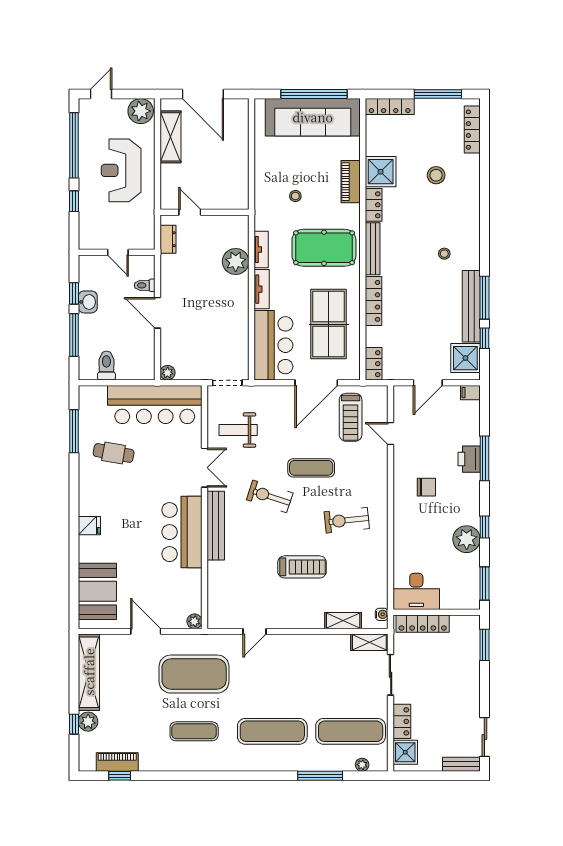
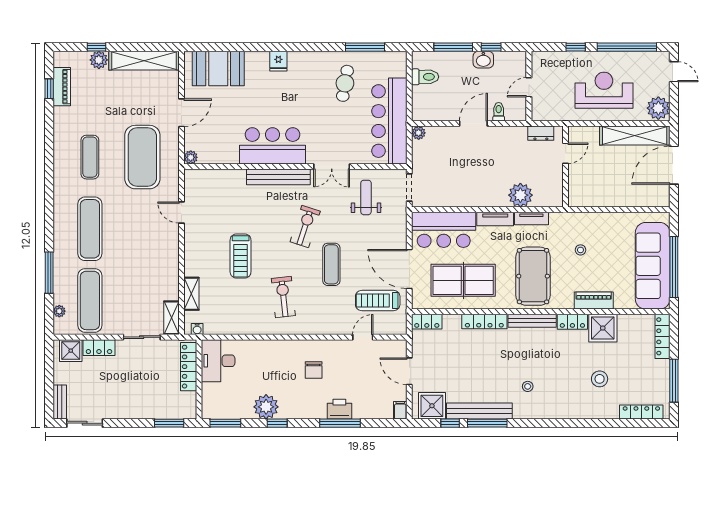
shelving: (171, 137) -> (635, 136), width x1.47

